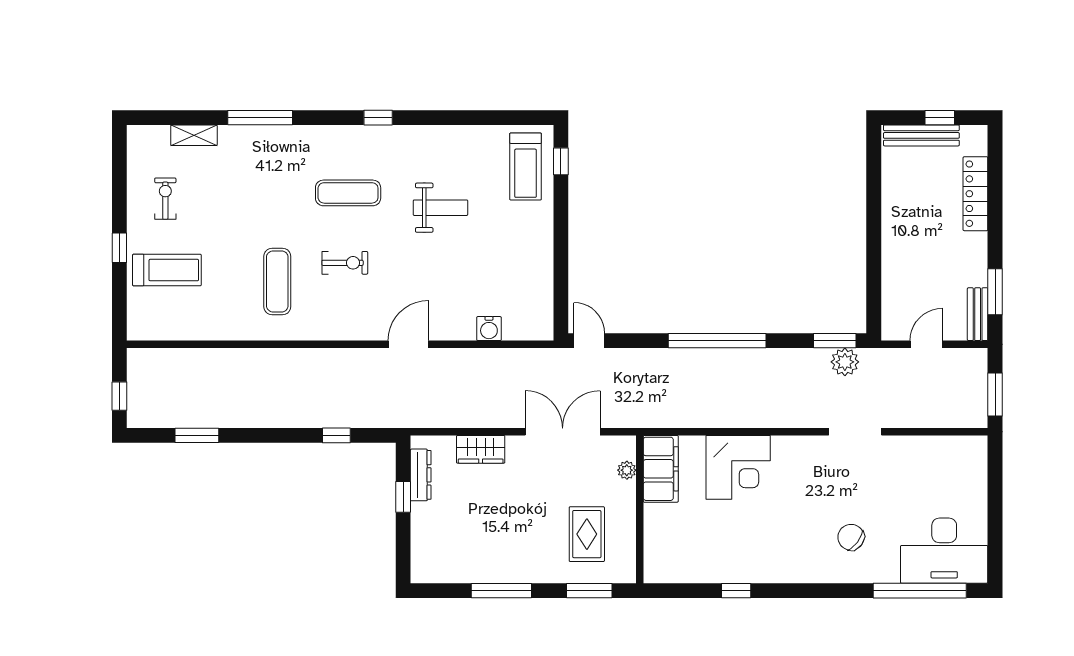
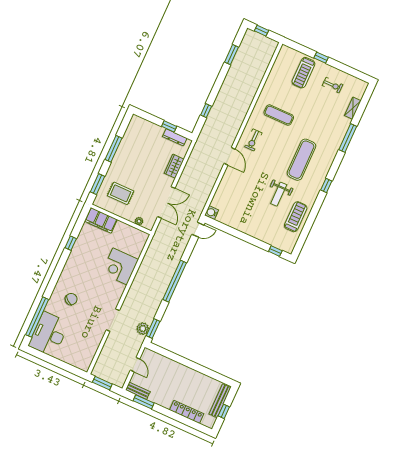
treadmill: (526, 167) -> (296, 217), moved, turned 90
exercise mat: (348, 193) -> (301, 160), width x1.36, depth x1.45
exercise bike: (345, 263) -> (253, 140), moved
water cooler: (489, 329) -> (212, 213), moved
filing cabinet: (661, 469) -> (101, 220), moved

